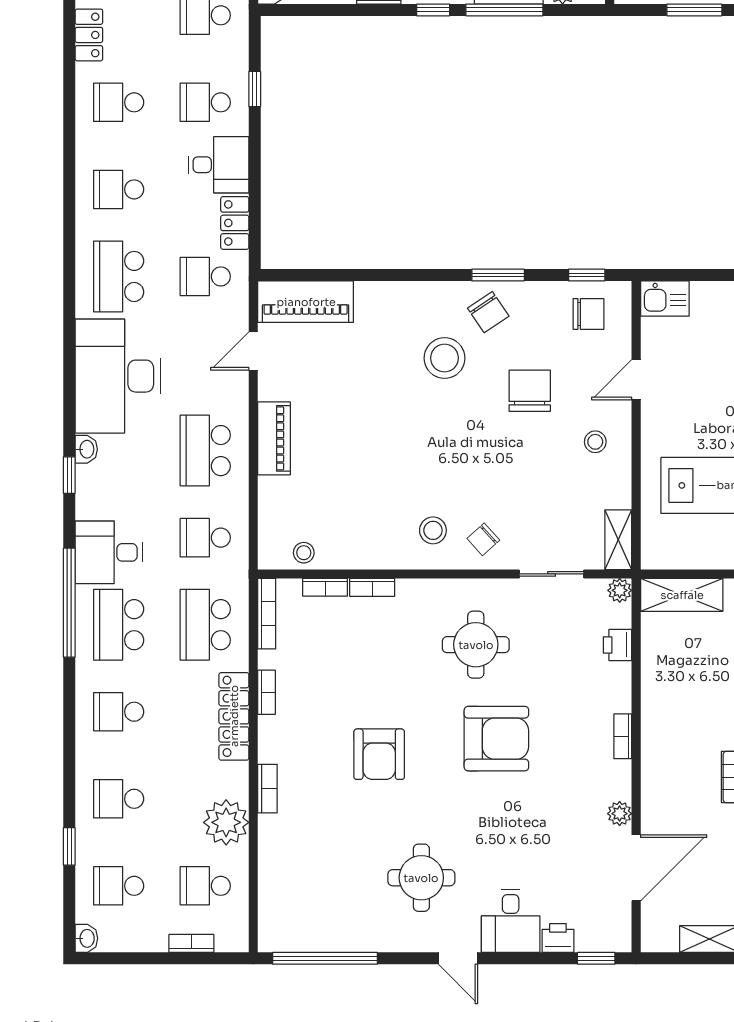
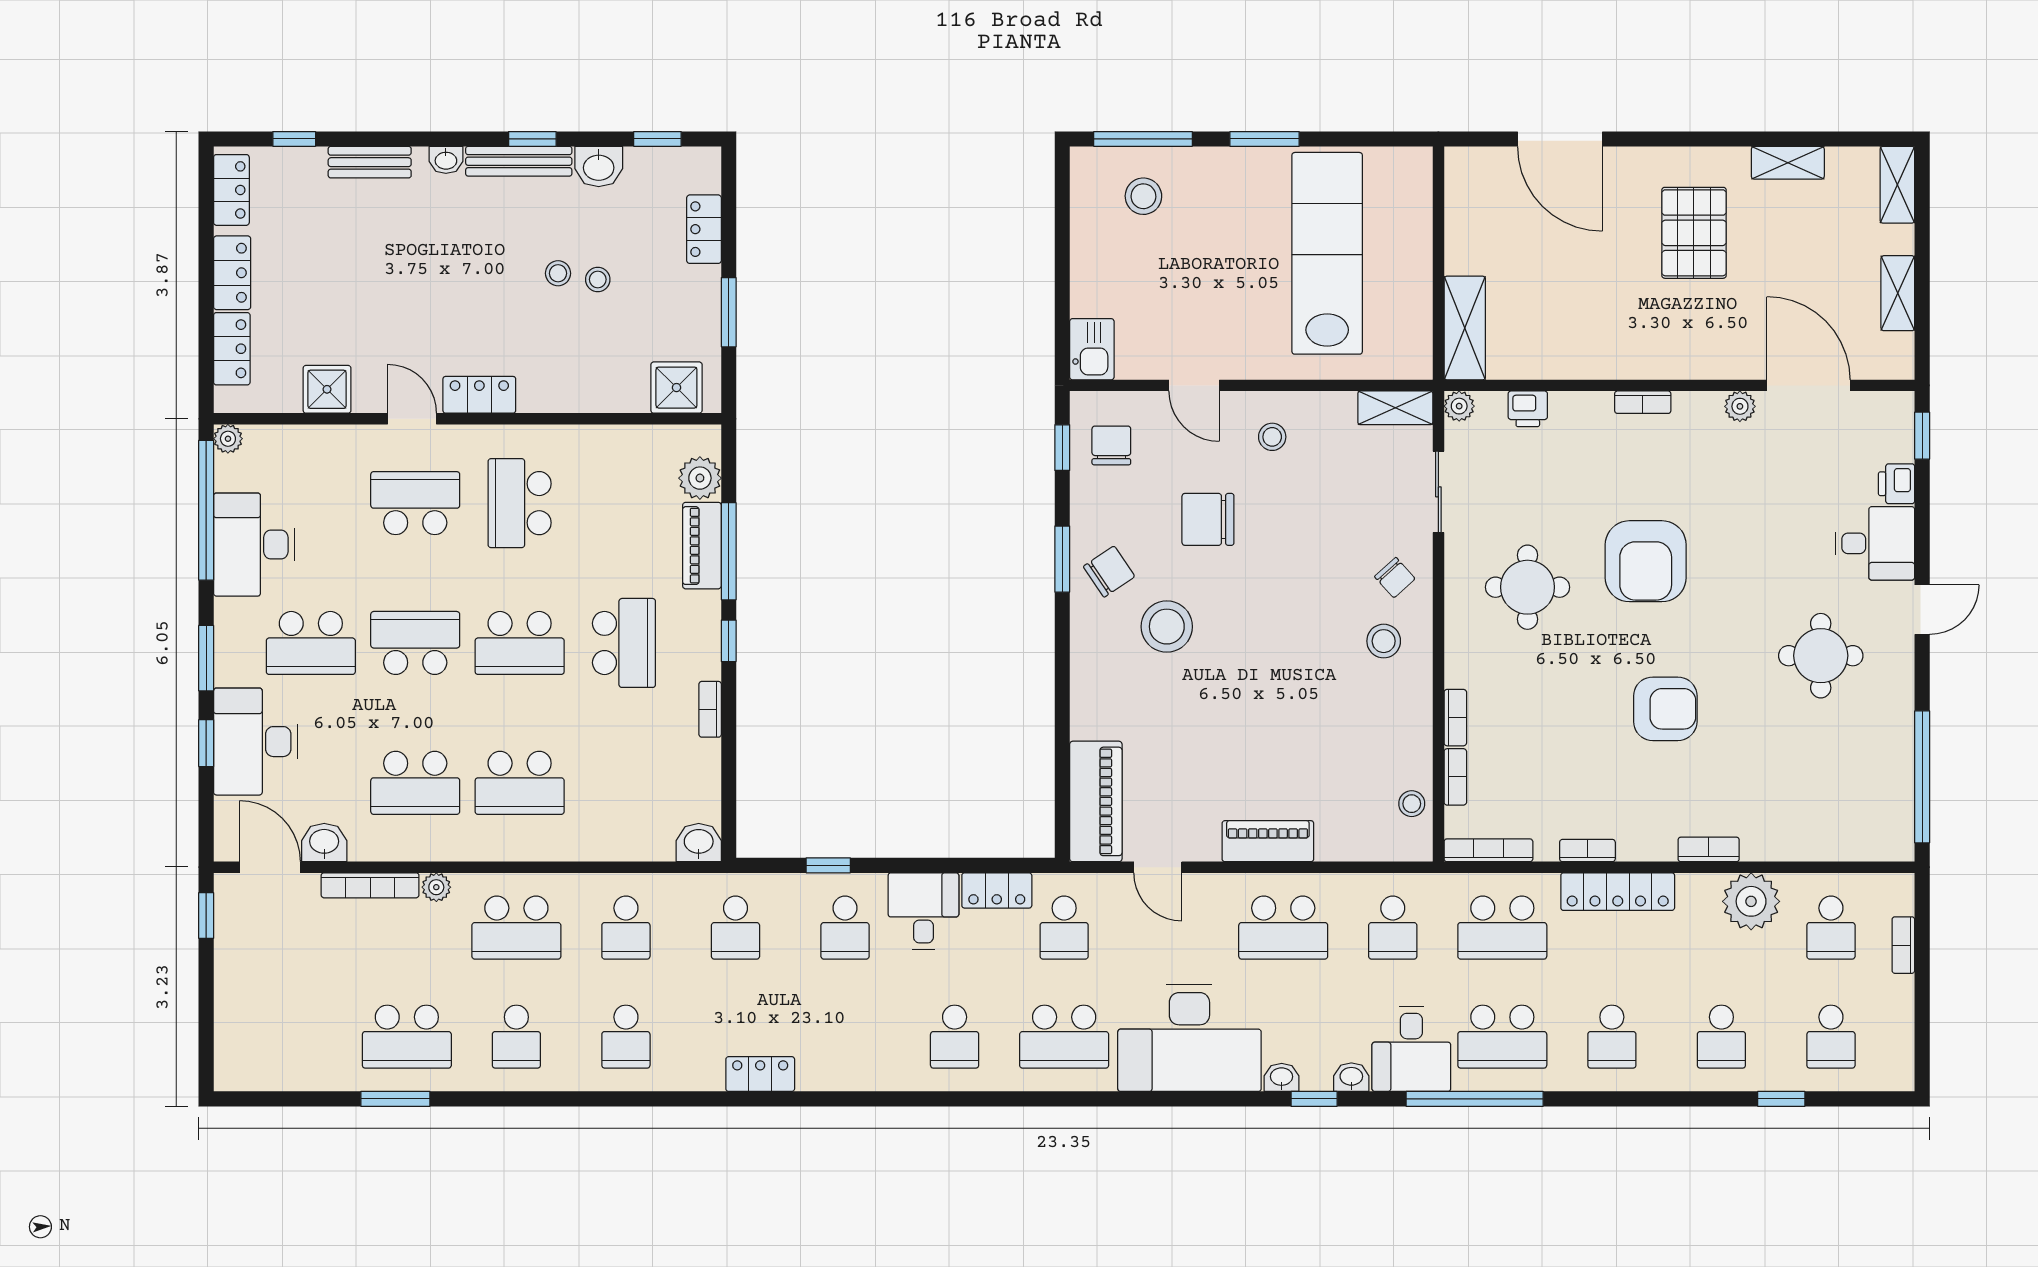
school desk: (119, 102) -> (845, 1037), removed
armchair: (496, 739) -> (1646, 561), turned 180
washbasin: (86, 938) -> (1351, 1077), moved

